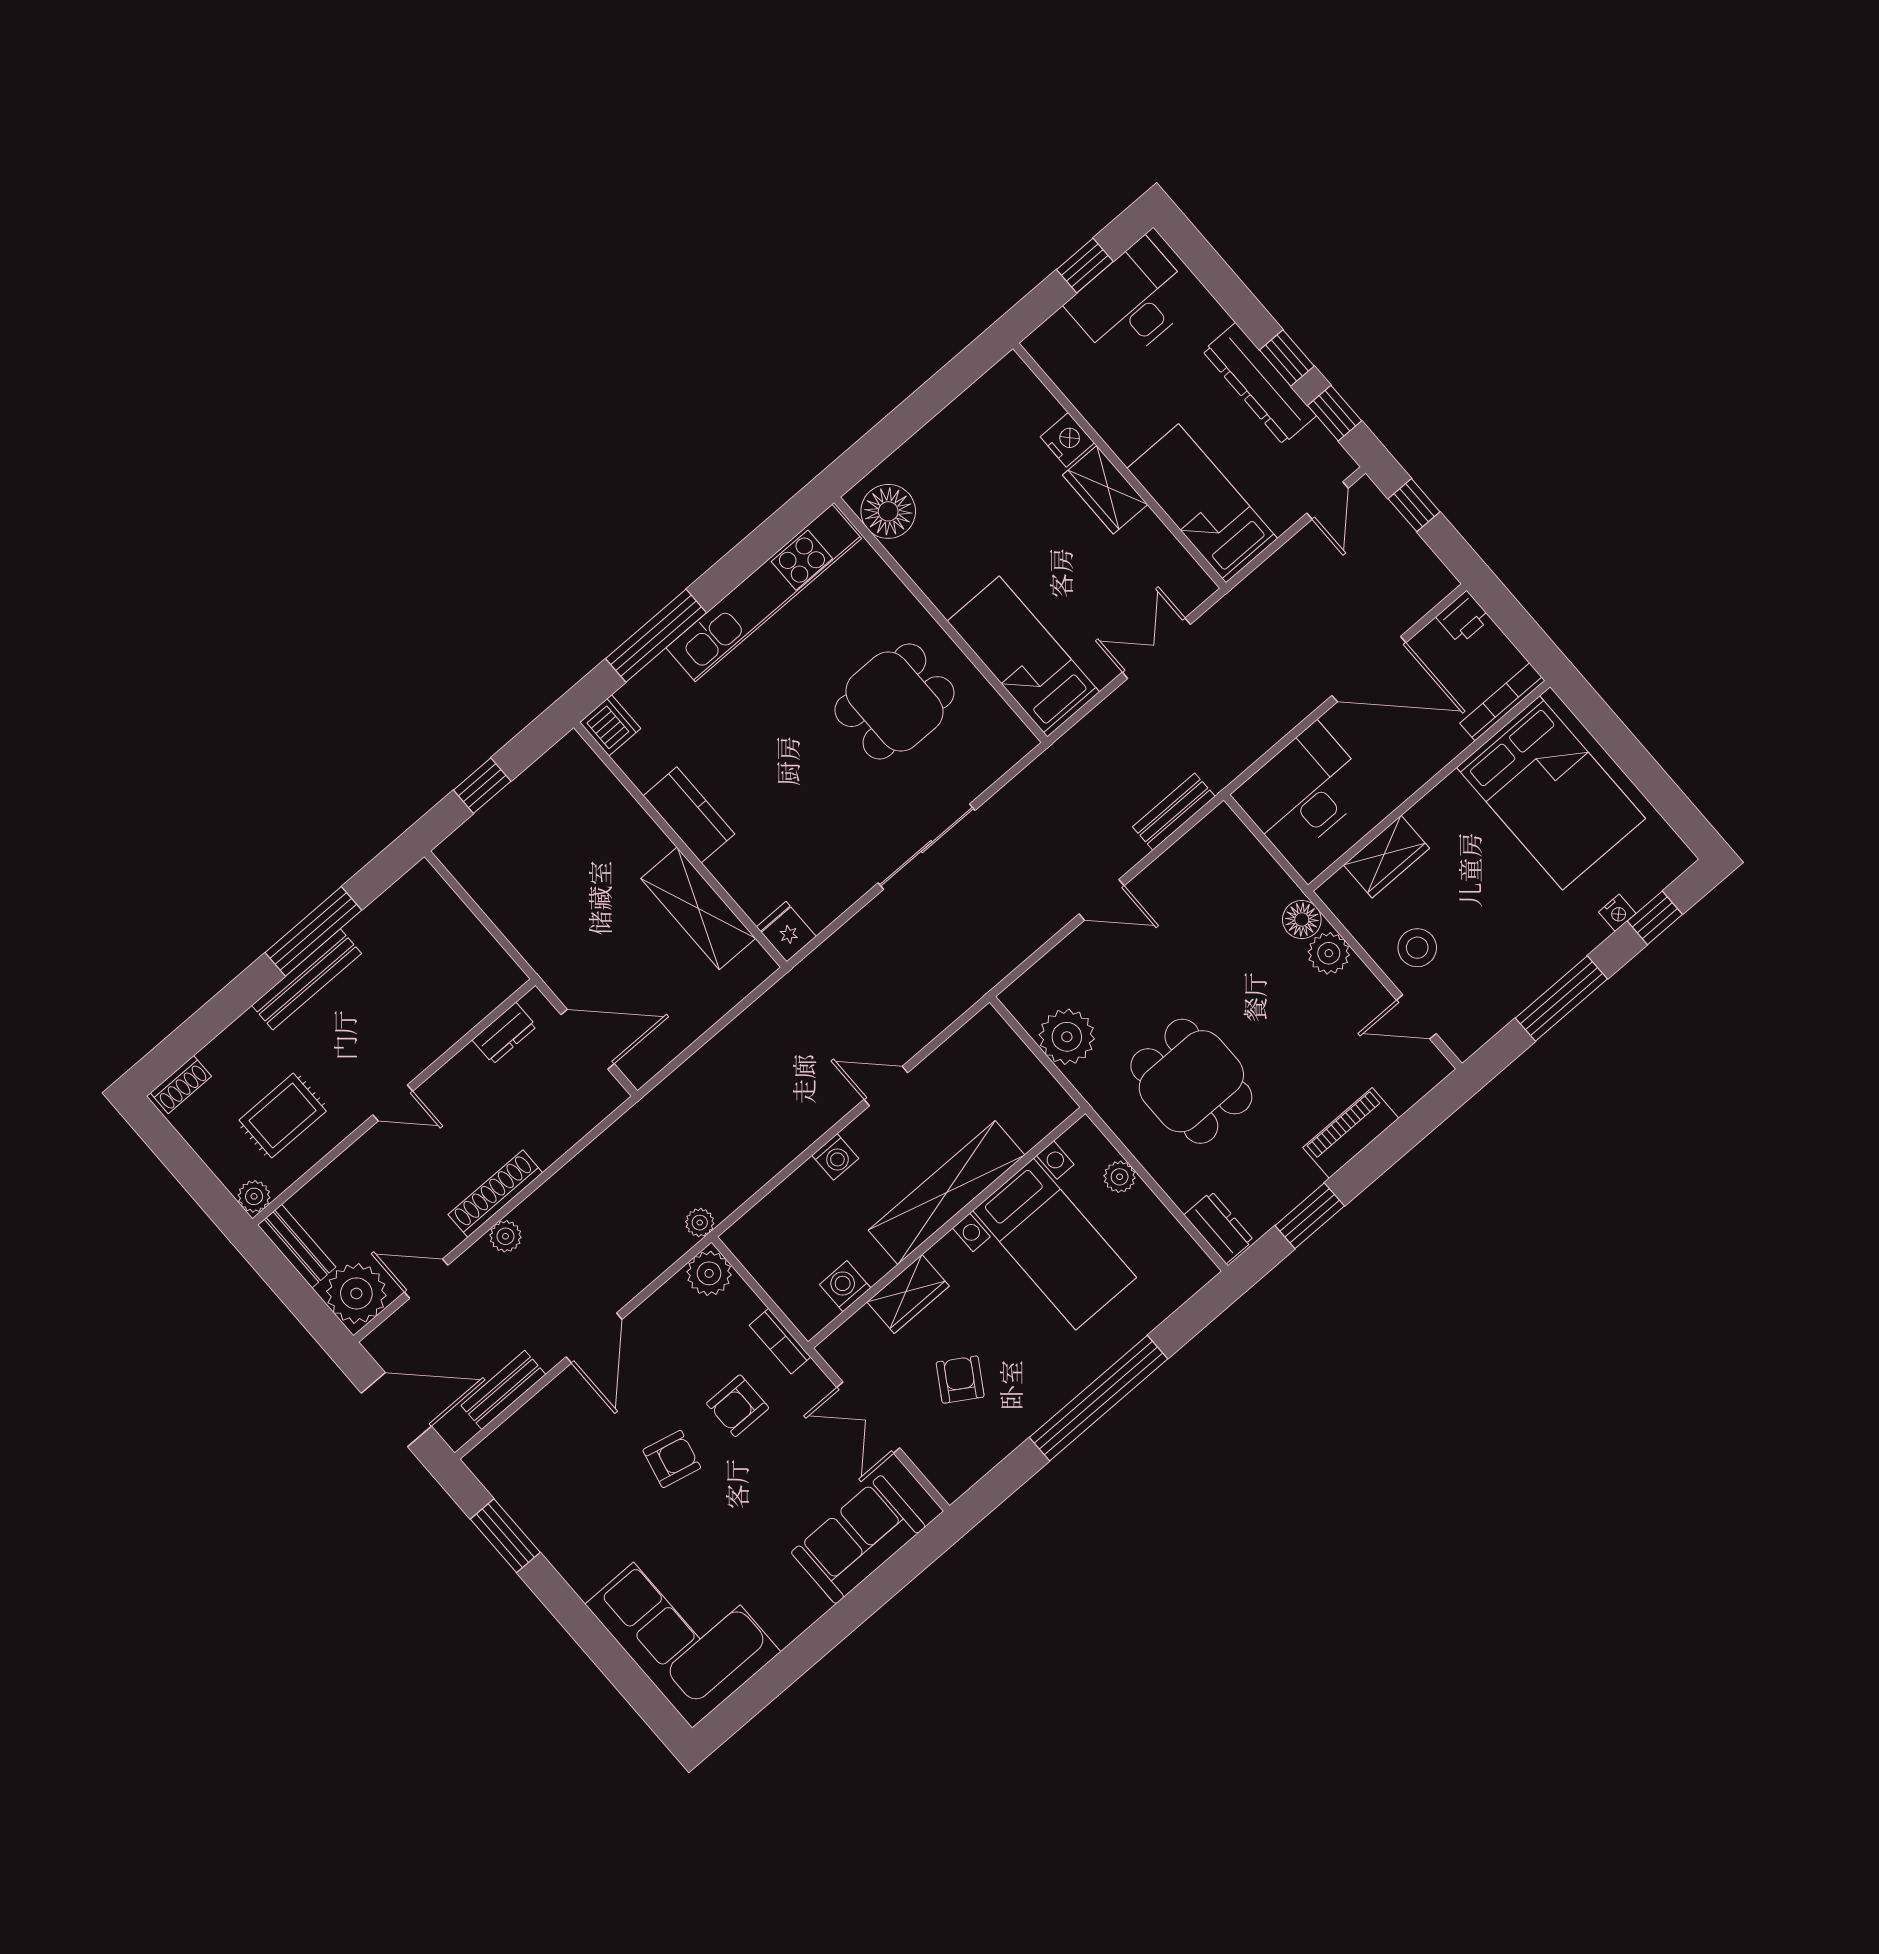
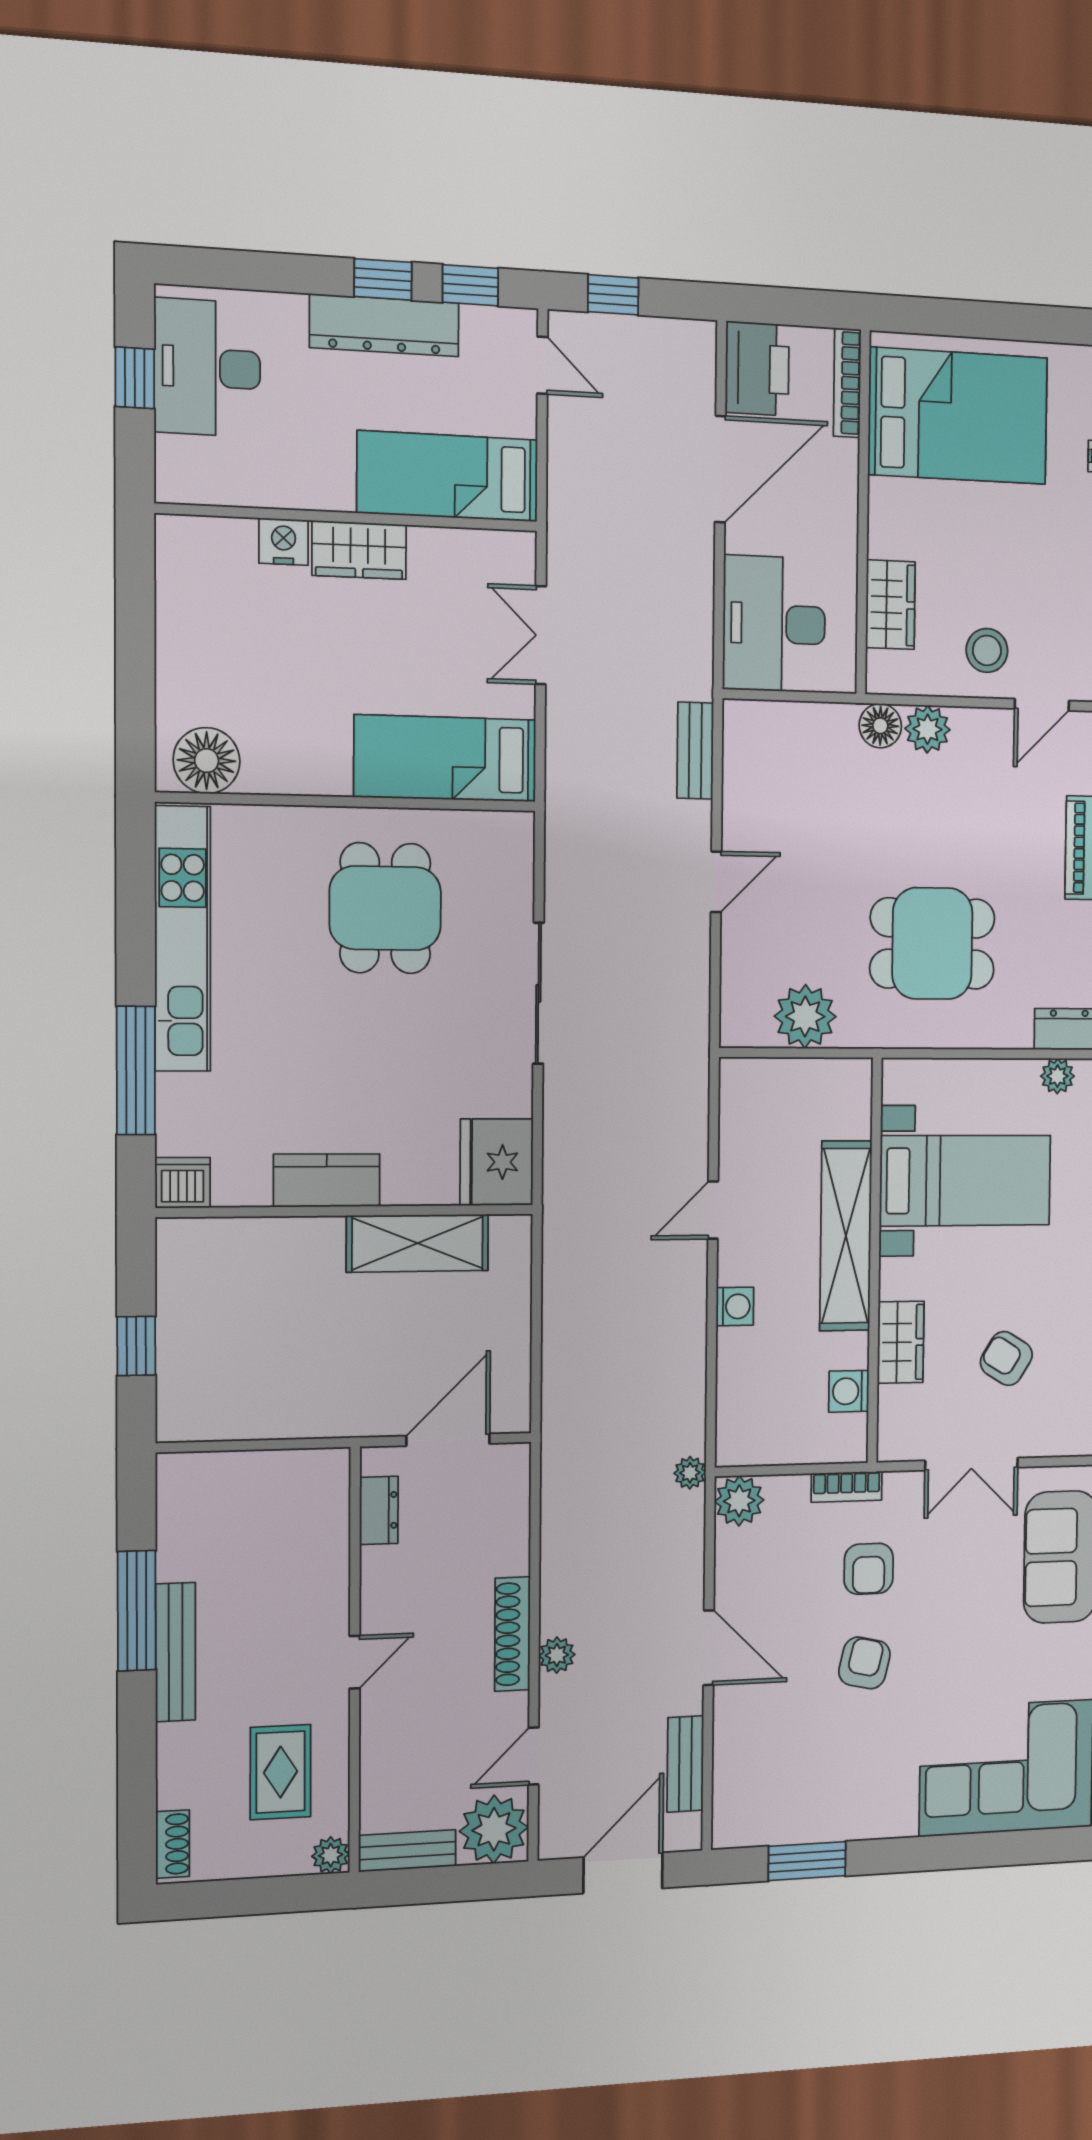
printer: (1463, 618) -> (757, 369), width x1.87, depth x1.48
fridge: (786, 932) -> (497, 1162), width x1.88, depth x1.34
plant: (1120, 1177) -> (1057, 1076), moved

